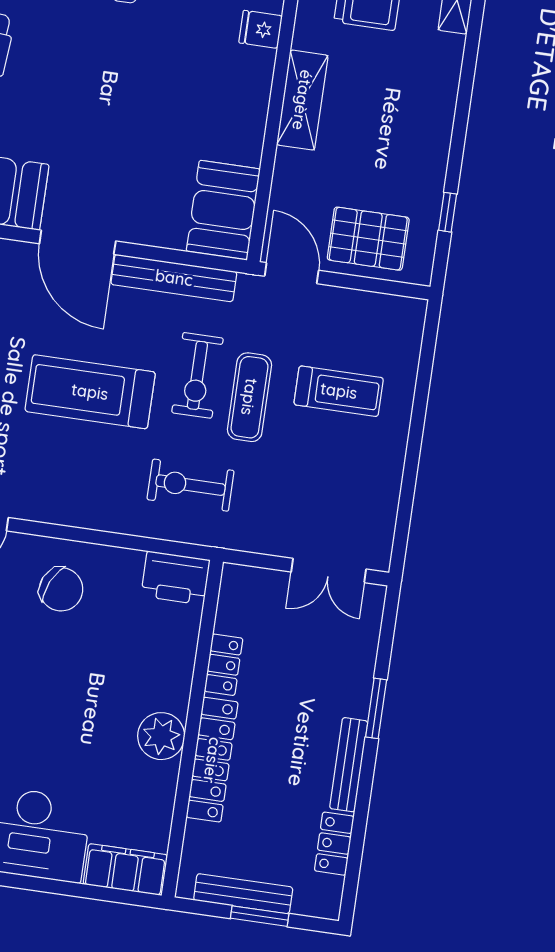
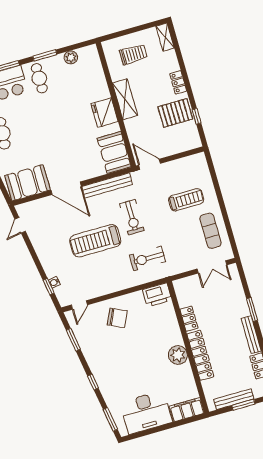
fridge: (260, 29) -> (105, 113), moved, width x1.88, depth x1.34
locker: (441, 116) -> (178, 82), added
pallet: (368, 239) -> (175, 113), moved
exercise mat: (249, 397) -> (211, 231), moved

